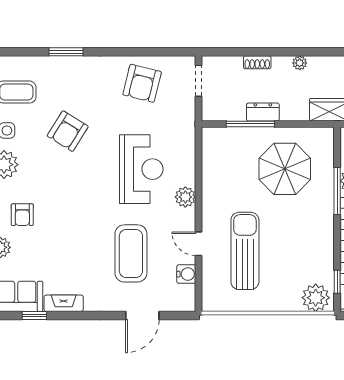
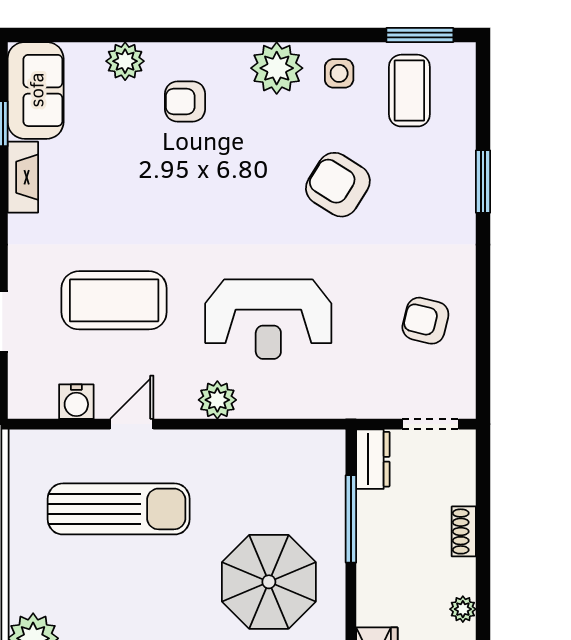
armchair: (142, 83) -> (425, 321), width x0.72, depth x0.72
dresser: (263, 112) -> (373, 459), moved

